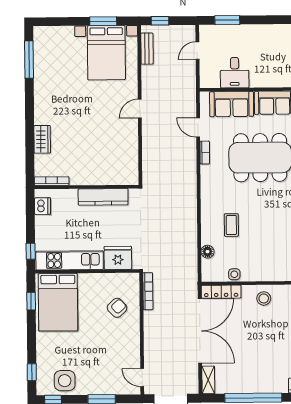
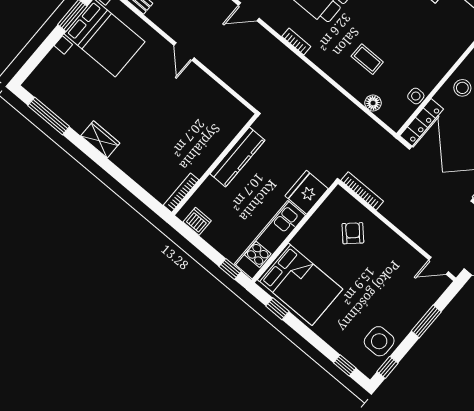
wardrobe: (42, 139) -> (100, 139), moved
bookcase: (205, 153) -> (296, 41), moved

